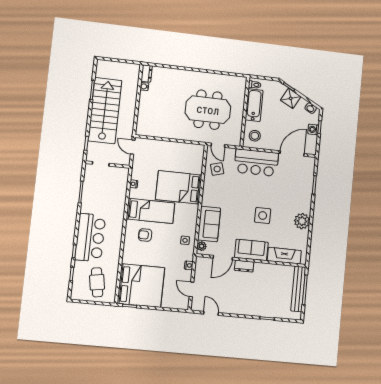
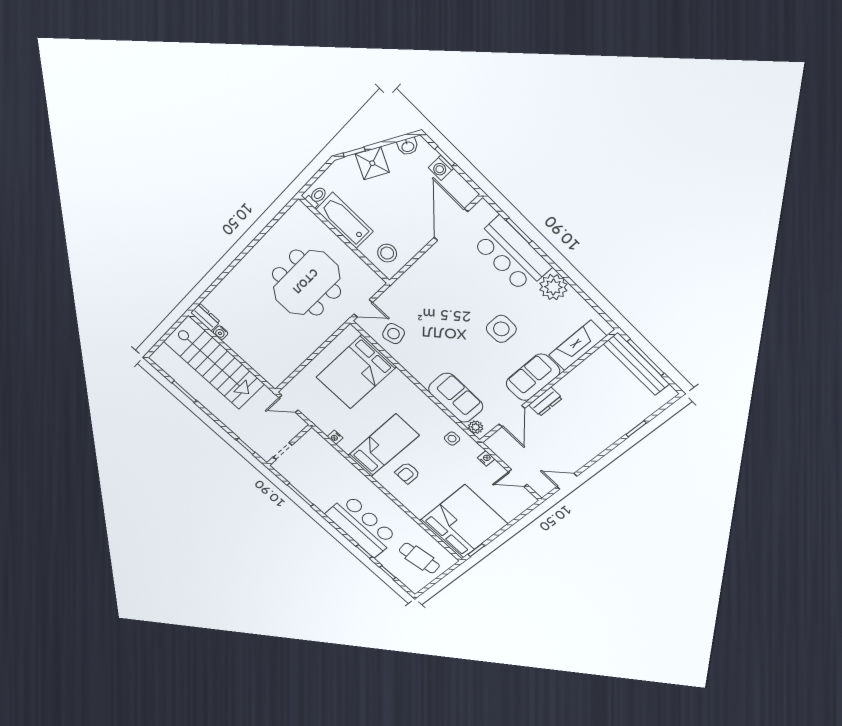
stairs: (105, 111) -> (214, 363), moved, turned 180
bar counter: (256, 163) -> (511, 255), moved, turned 90
bed: (179, 187) -> (356, 372), moved

